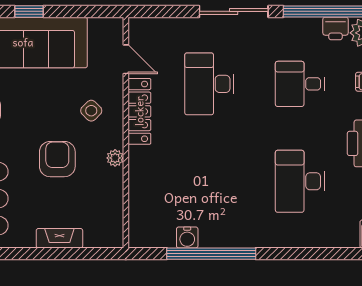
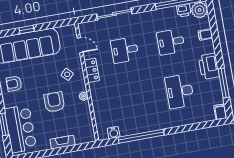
sliding door: (234, 11) -> (114, 14), moved
desk: (209, 84) -> (125, 50), width x0.73
locker: (139, 111) -> (92, 70), width x0.66
water cooler: (187, 237) -> (114, 133), moved

